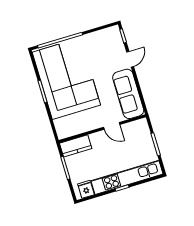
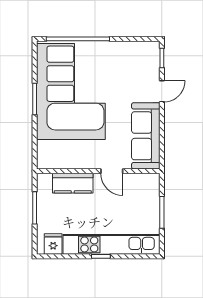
kitchen counter: (76, 146) -> (73, 183), moved

